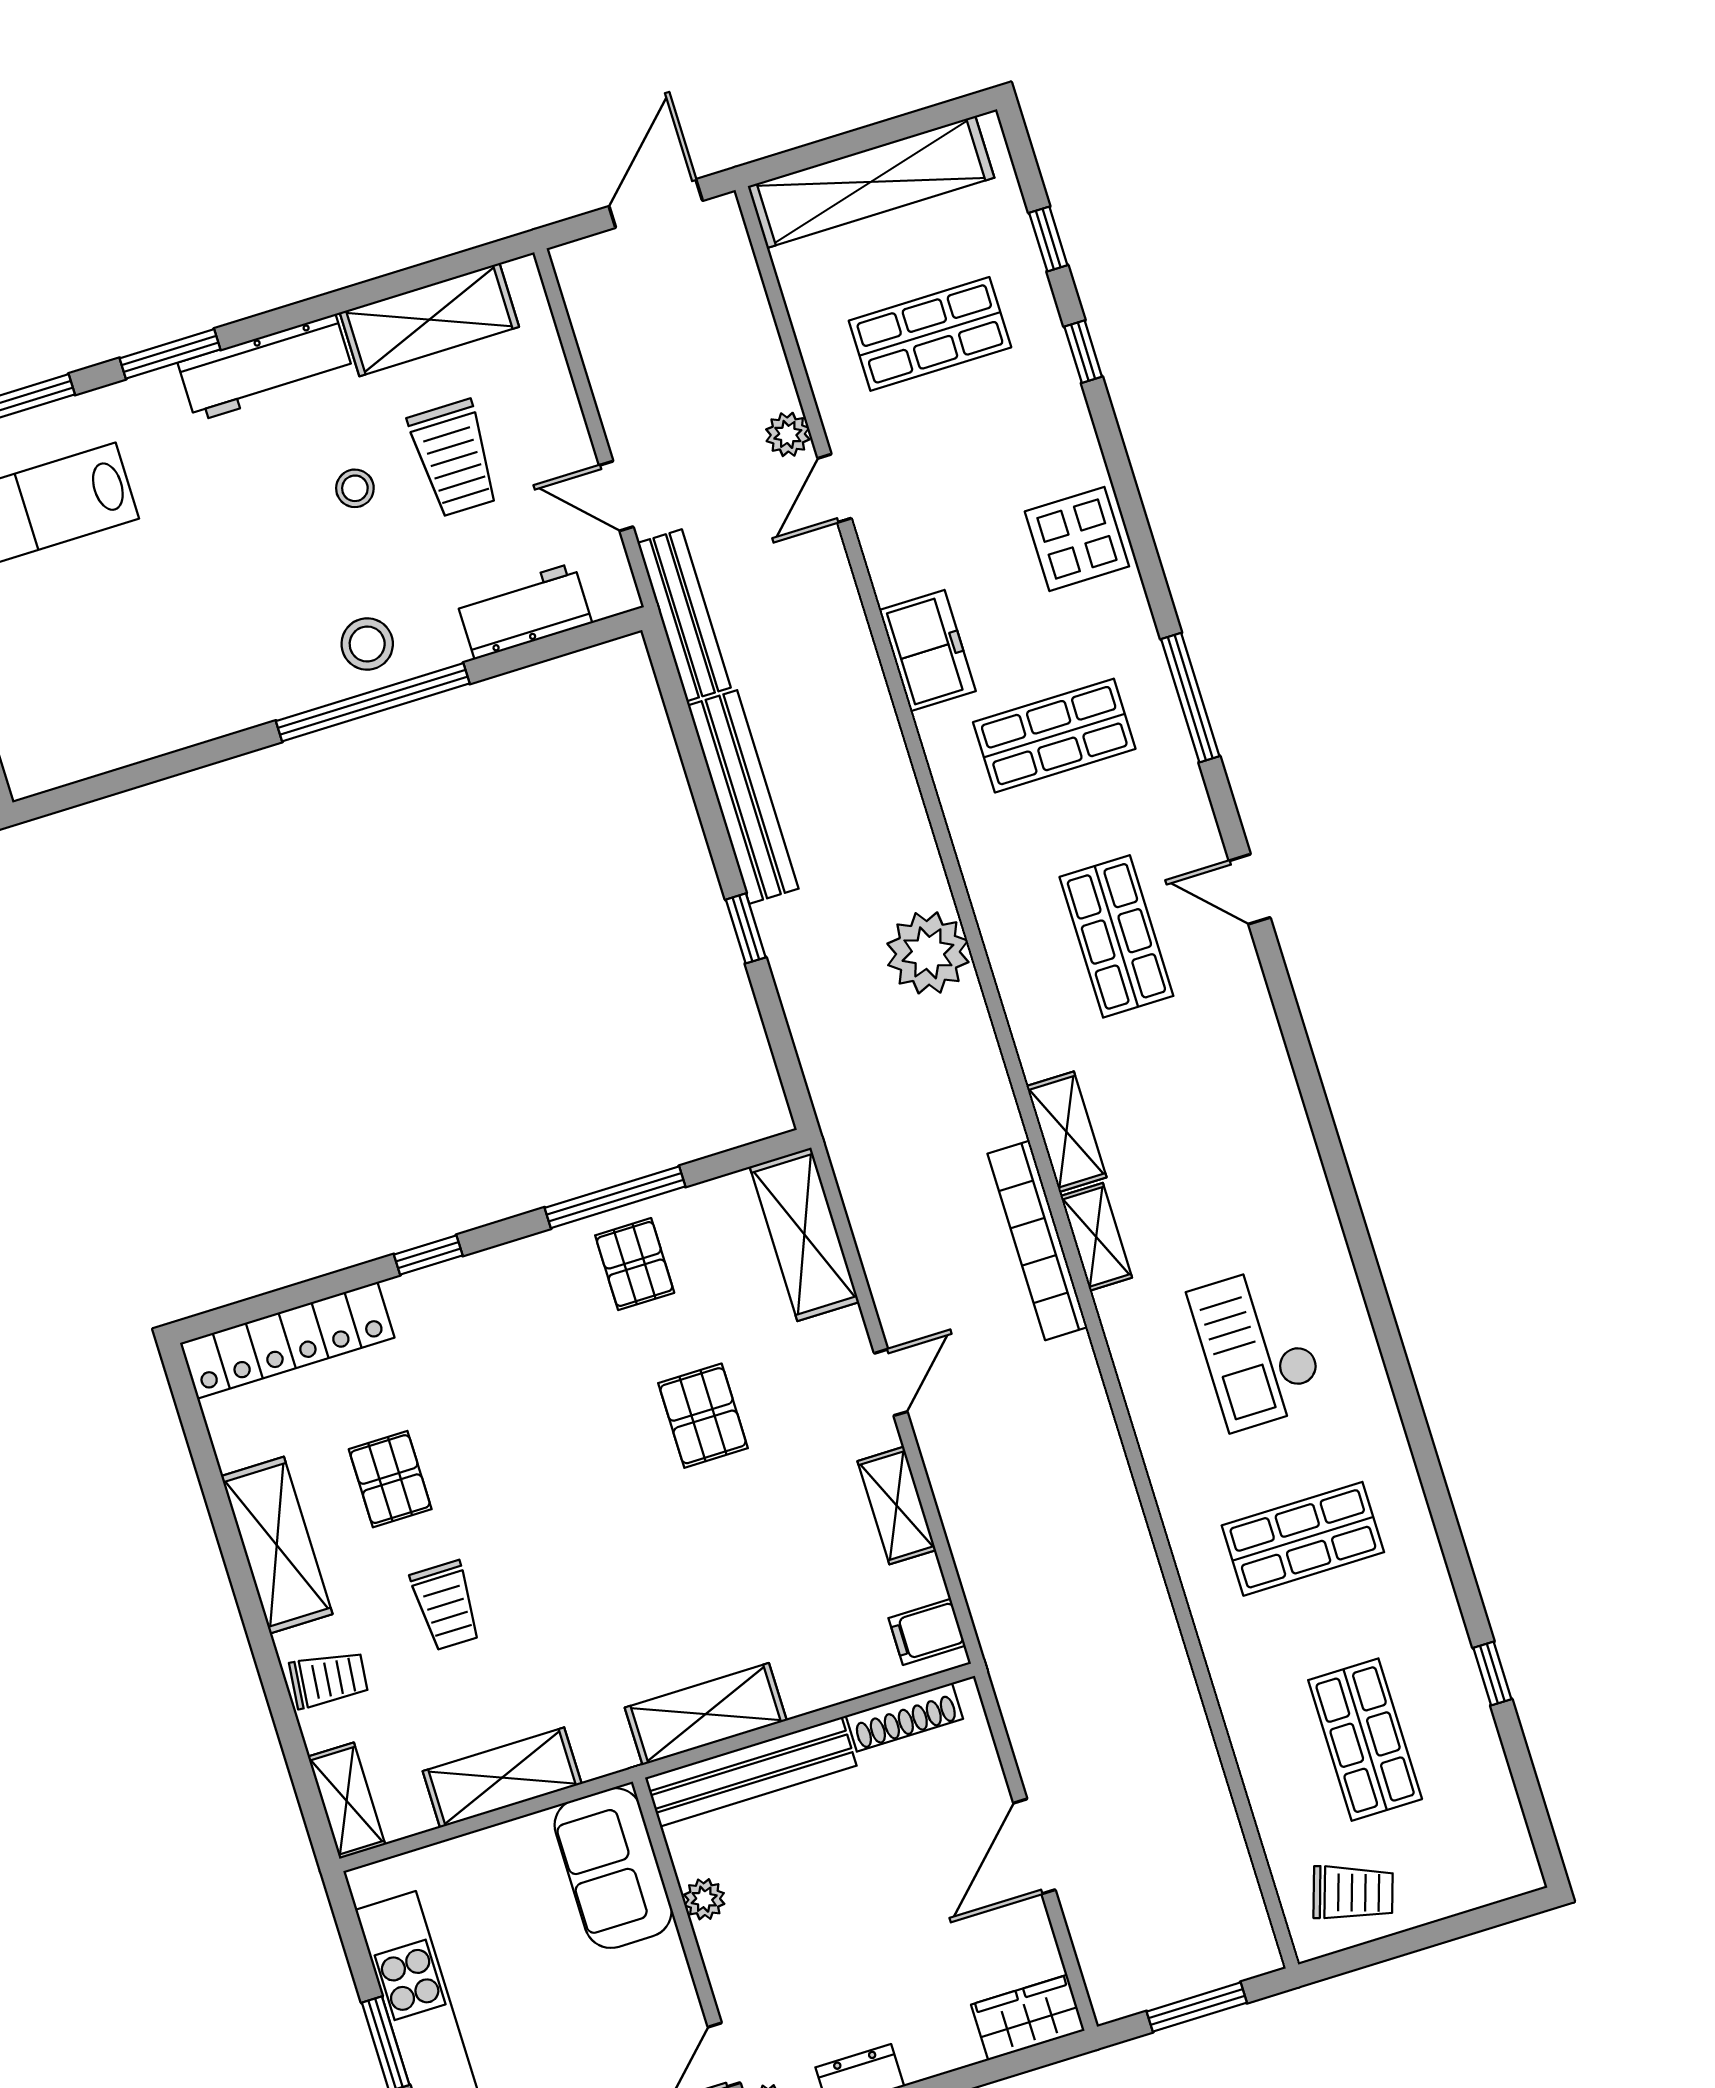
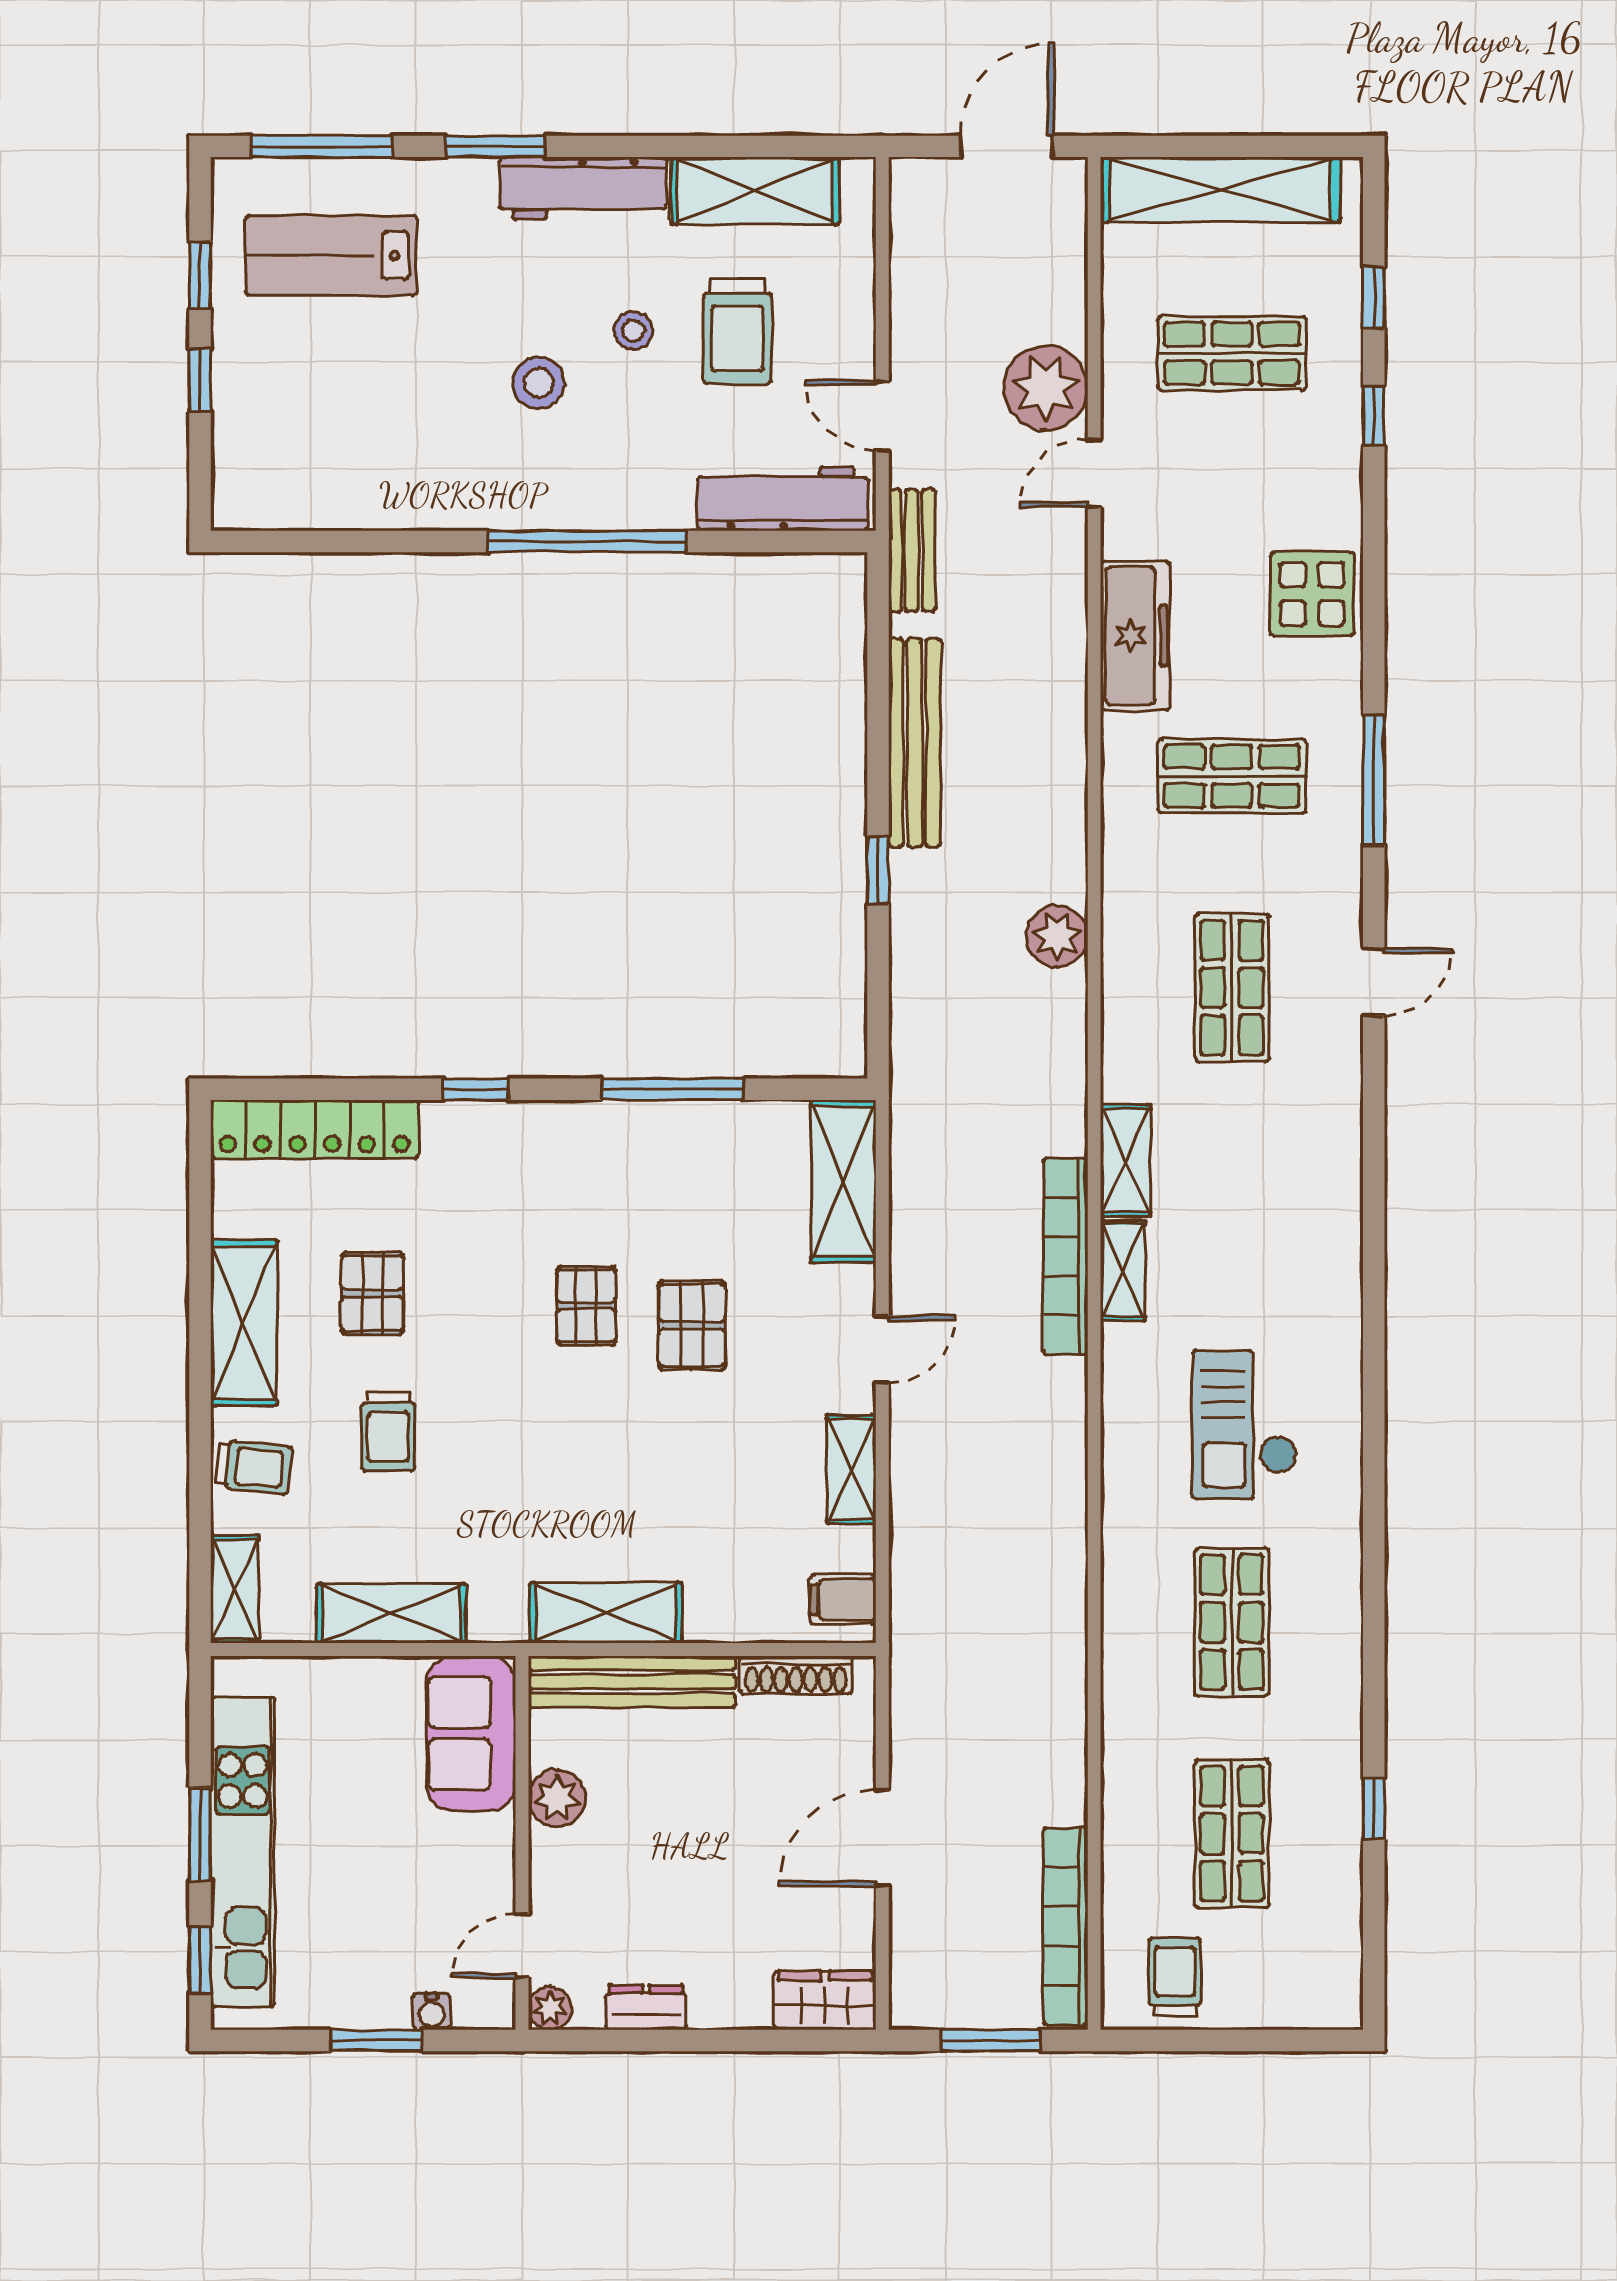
plant: (788, 434) -> (1046, 388), width x1.87, depth x1.87
workbench: (524, 611) -> (783, 499), width x1.38
bench: (684, 615) -> (912, 551), width x0.73
stool: (367, 644) -> (539, 383), moved
freezer: (927, 651) -> (1135, 636), width x1.40
door: (1250, 889) -> (1374, 982), swing flipped
plant: (928, 953) -> (1057, 936), width x0.73, depth x0.73
pallet: (635, 1264) -> (586, 1306), moved
shop shelf: (1303, 1539) -> (1232, 1622), turned 90
bookcase: (1234, 1877) -> (1065, 1926), added
trolley: (1353, 1893) -> (1175, 1977), turned -108
plant: (704, 1899) -> (557, 1798), width x1.38, depth x1.38

